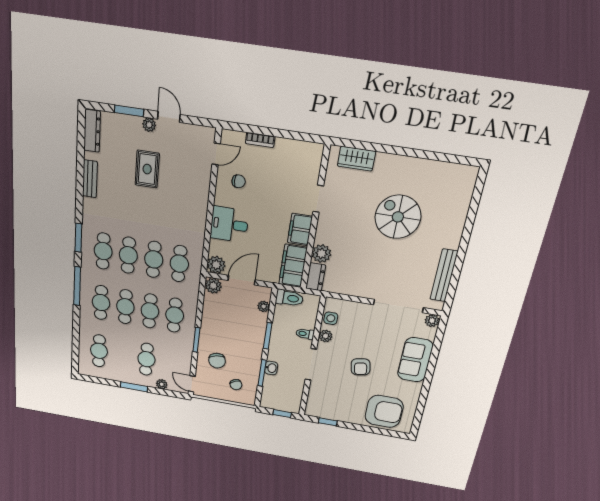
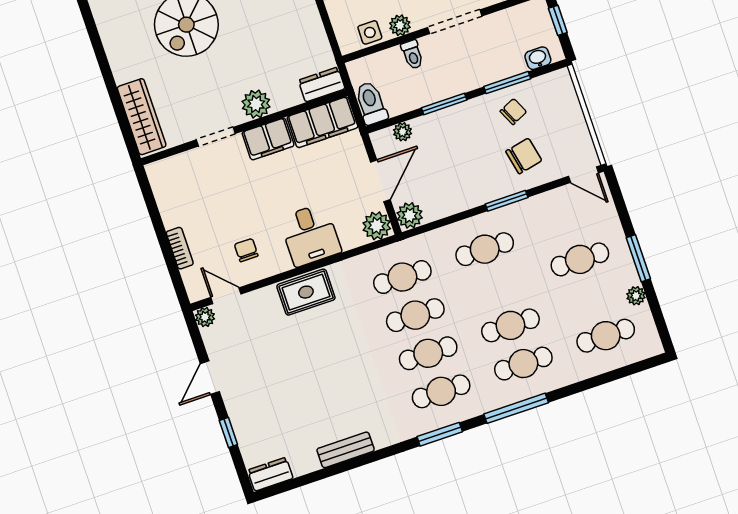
window: (129, 111) -> (228, 433), width x0.67
plant: (149, 125) -> (205, 317), moved
dresser: (92, 131) -> (270, 474), width x0.70
wardrobe: (356, 159) -> (142, 117), width x1.50
rug: (147, 169) -> (306, 292), moved
plant: (321, 254) -> (256, 104), moved
door: (242, 280) -> (380, 181), swing flipped
cafe table: (150, 311) -> (498, 287), removed
washbasin: (271, 368) -> (538, 58), moved
plant: (162, 384) -> (636, 296), moved
door: (192, 384) -> (583, 175), hinge flipped
chair: (236, 385) -> (513, 112), moved

